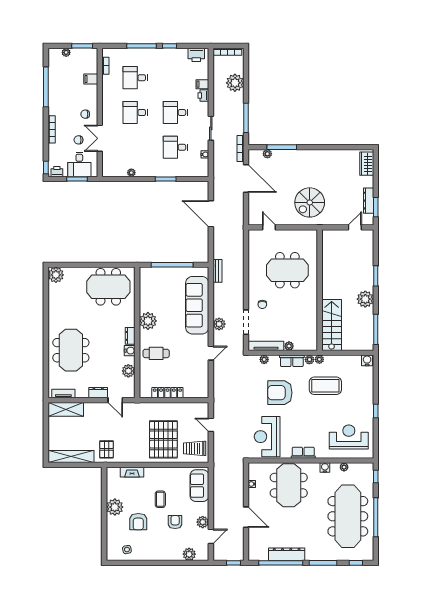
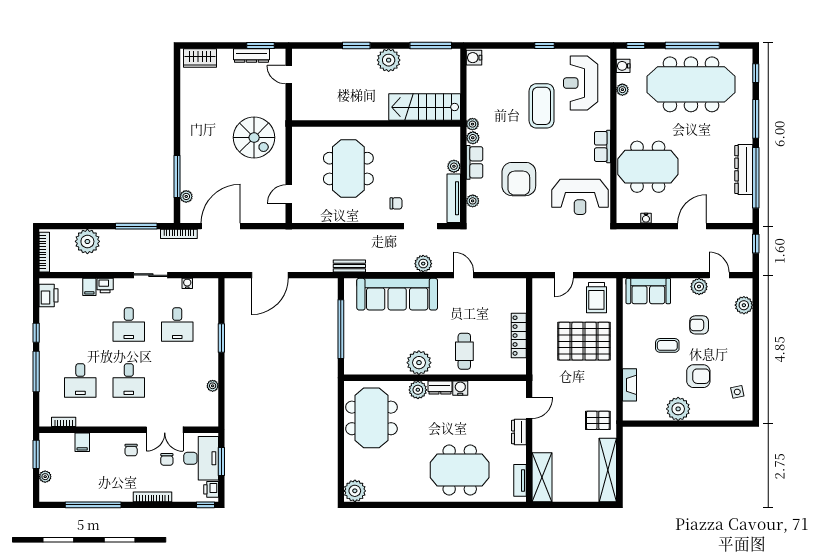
desk: (79, 164) -> (201, 458), width x1.37
plant: (128, 371) -> (418, 390), moved
coffee table: (325, 386) -> (542, 106), moved
water cooler: (325, 468) -> (623, 66), moved

